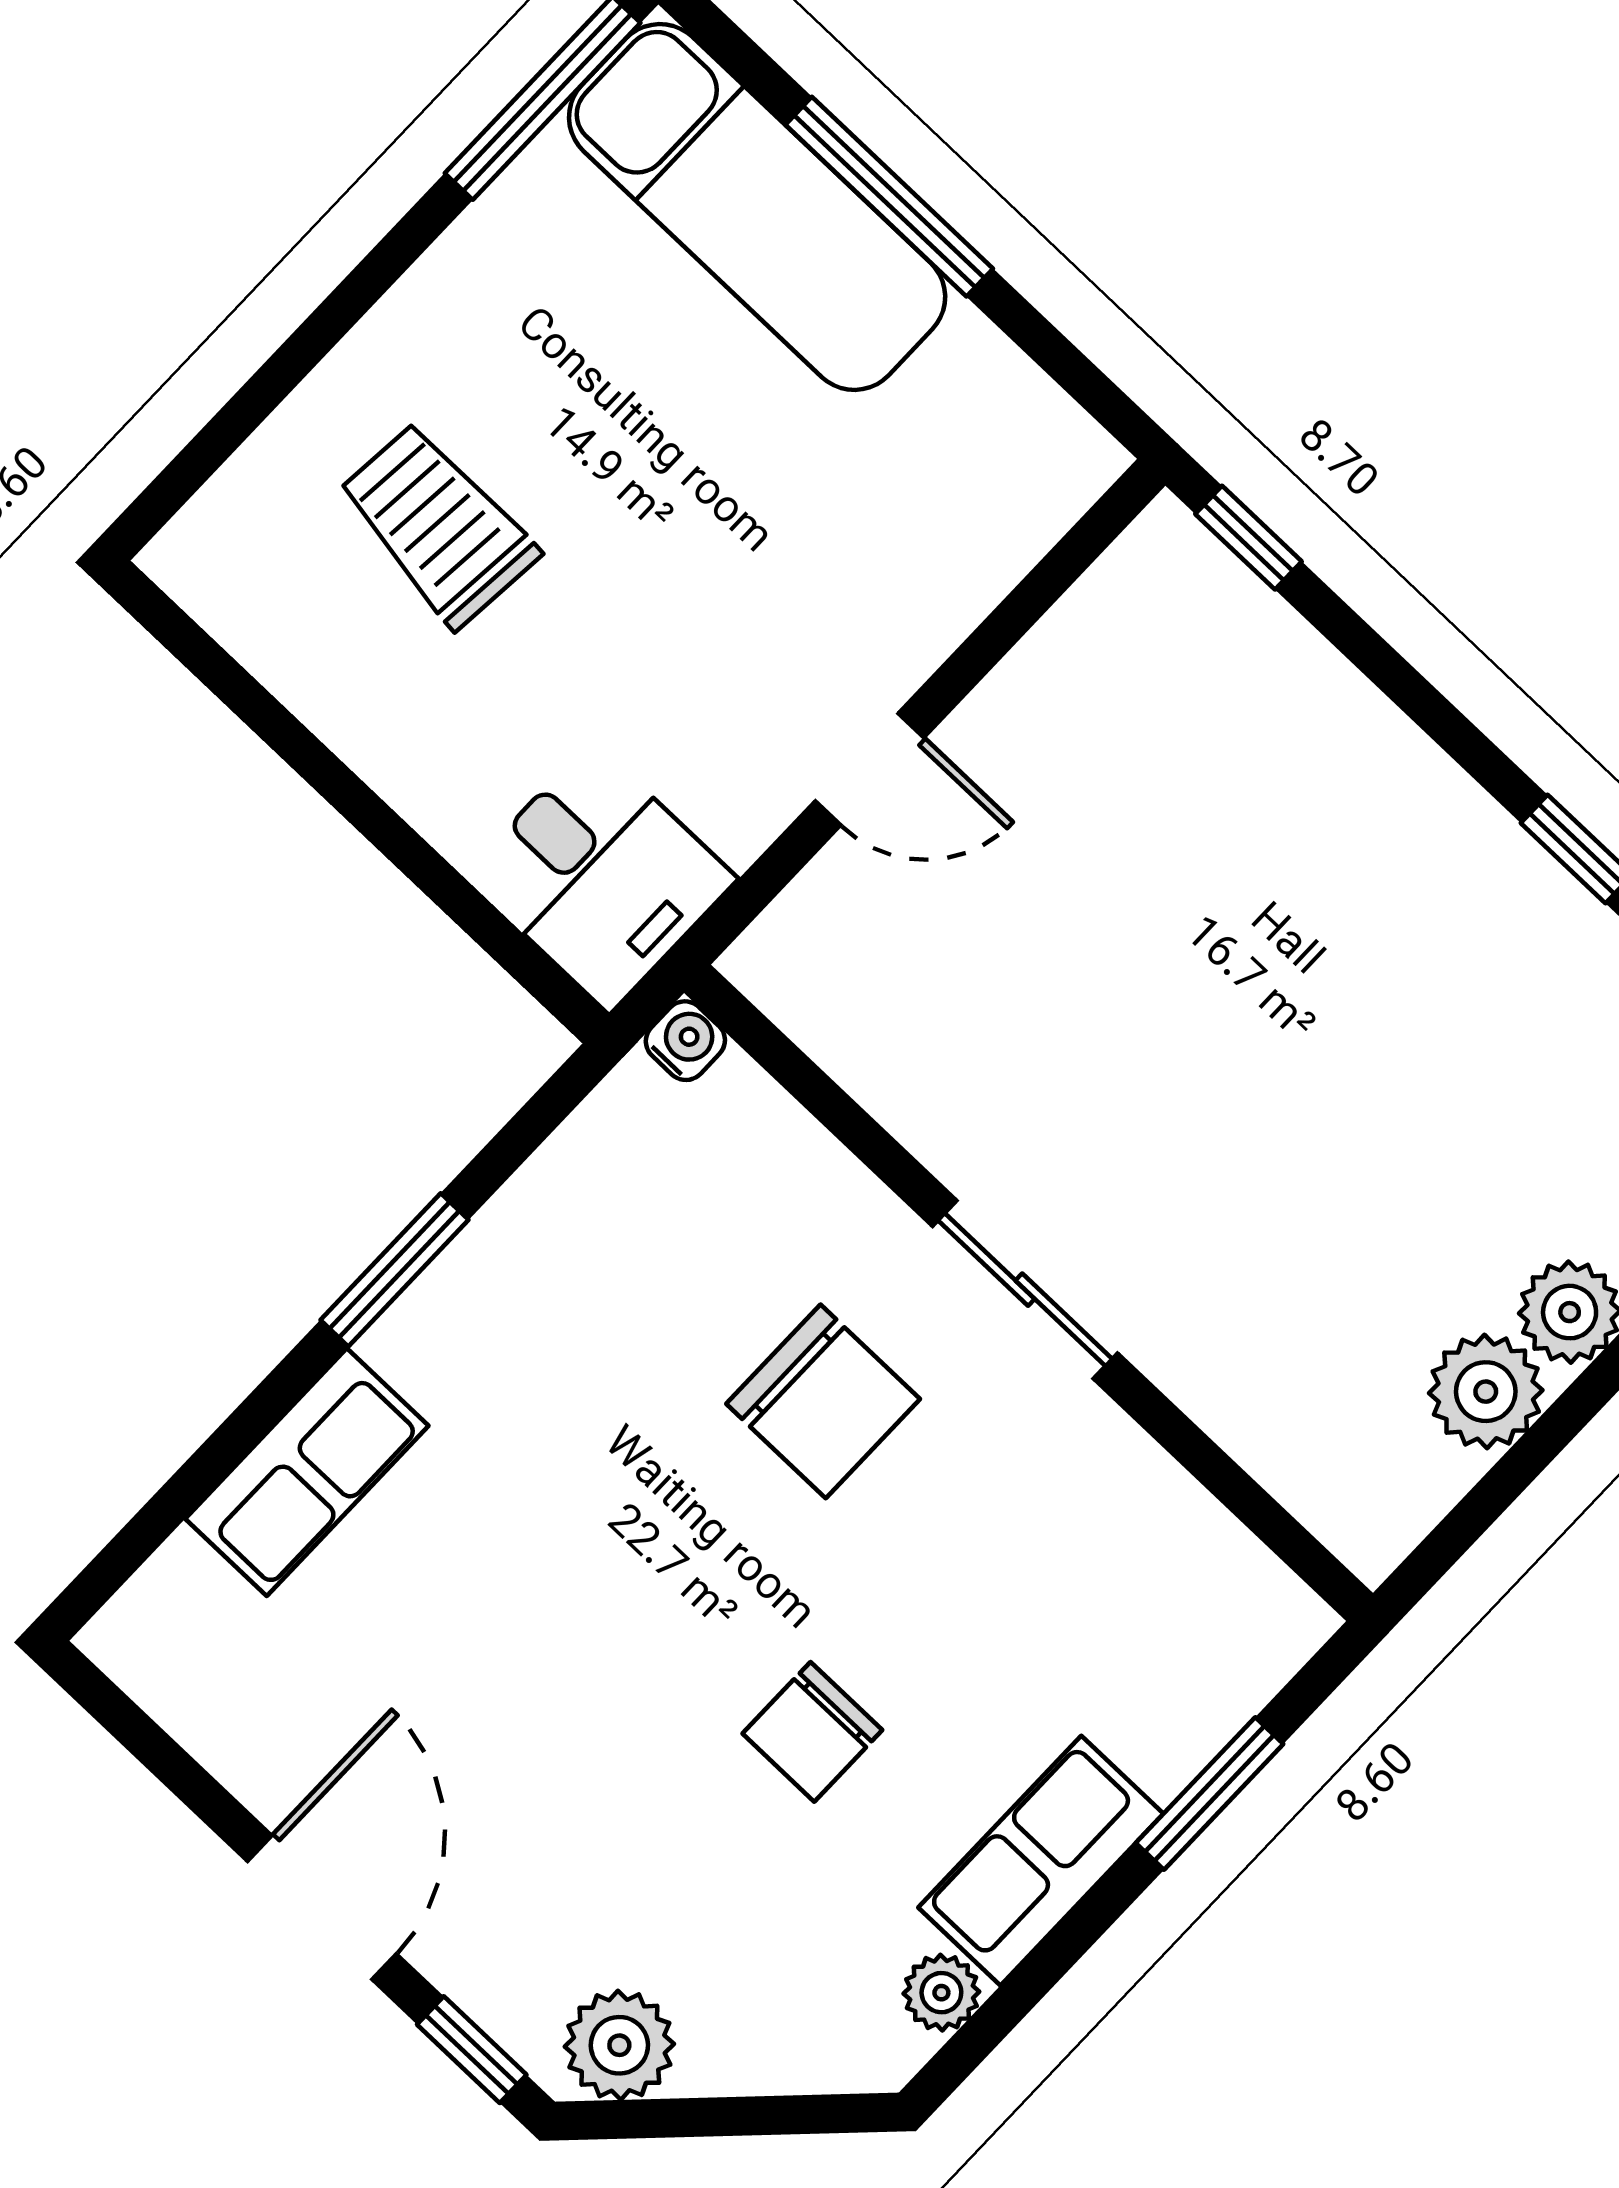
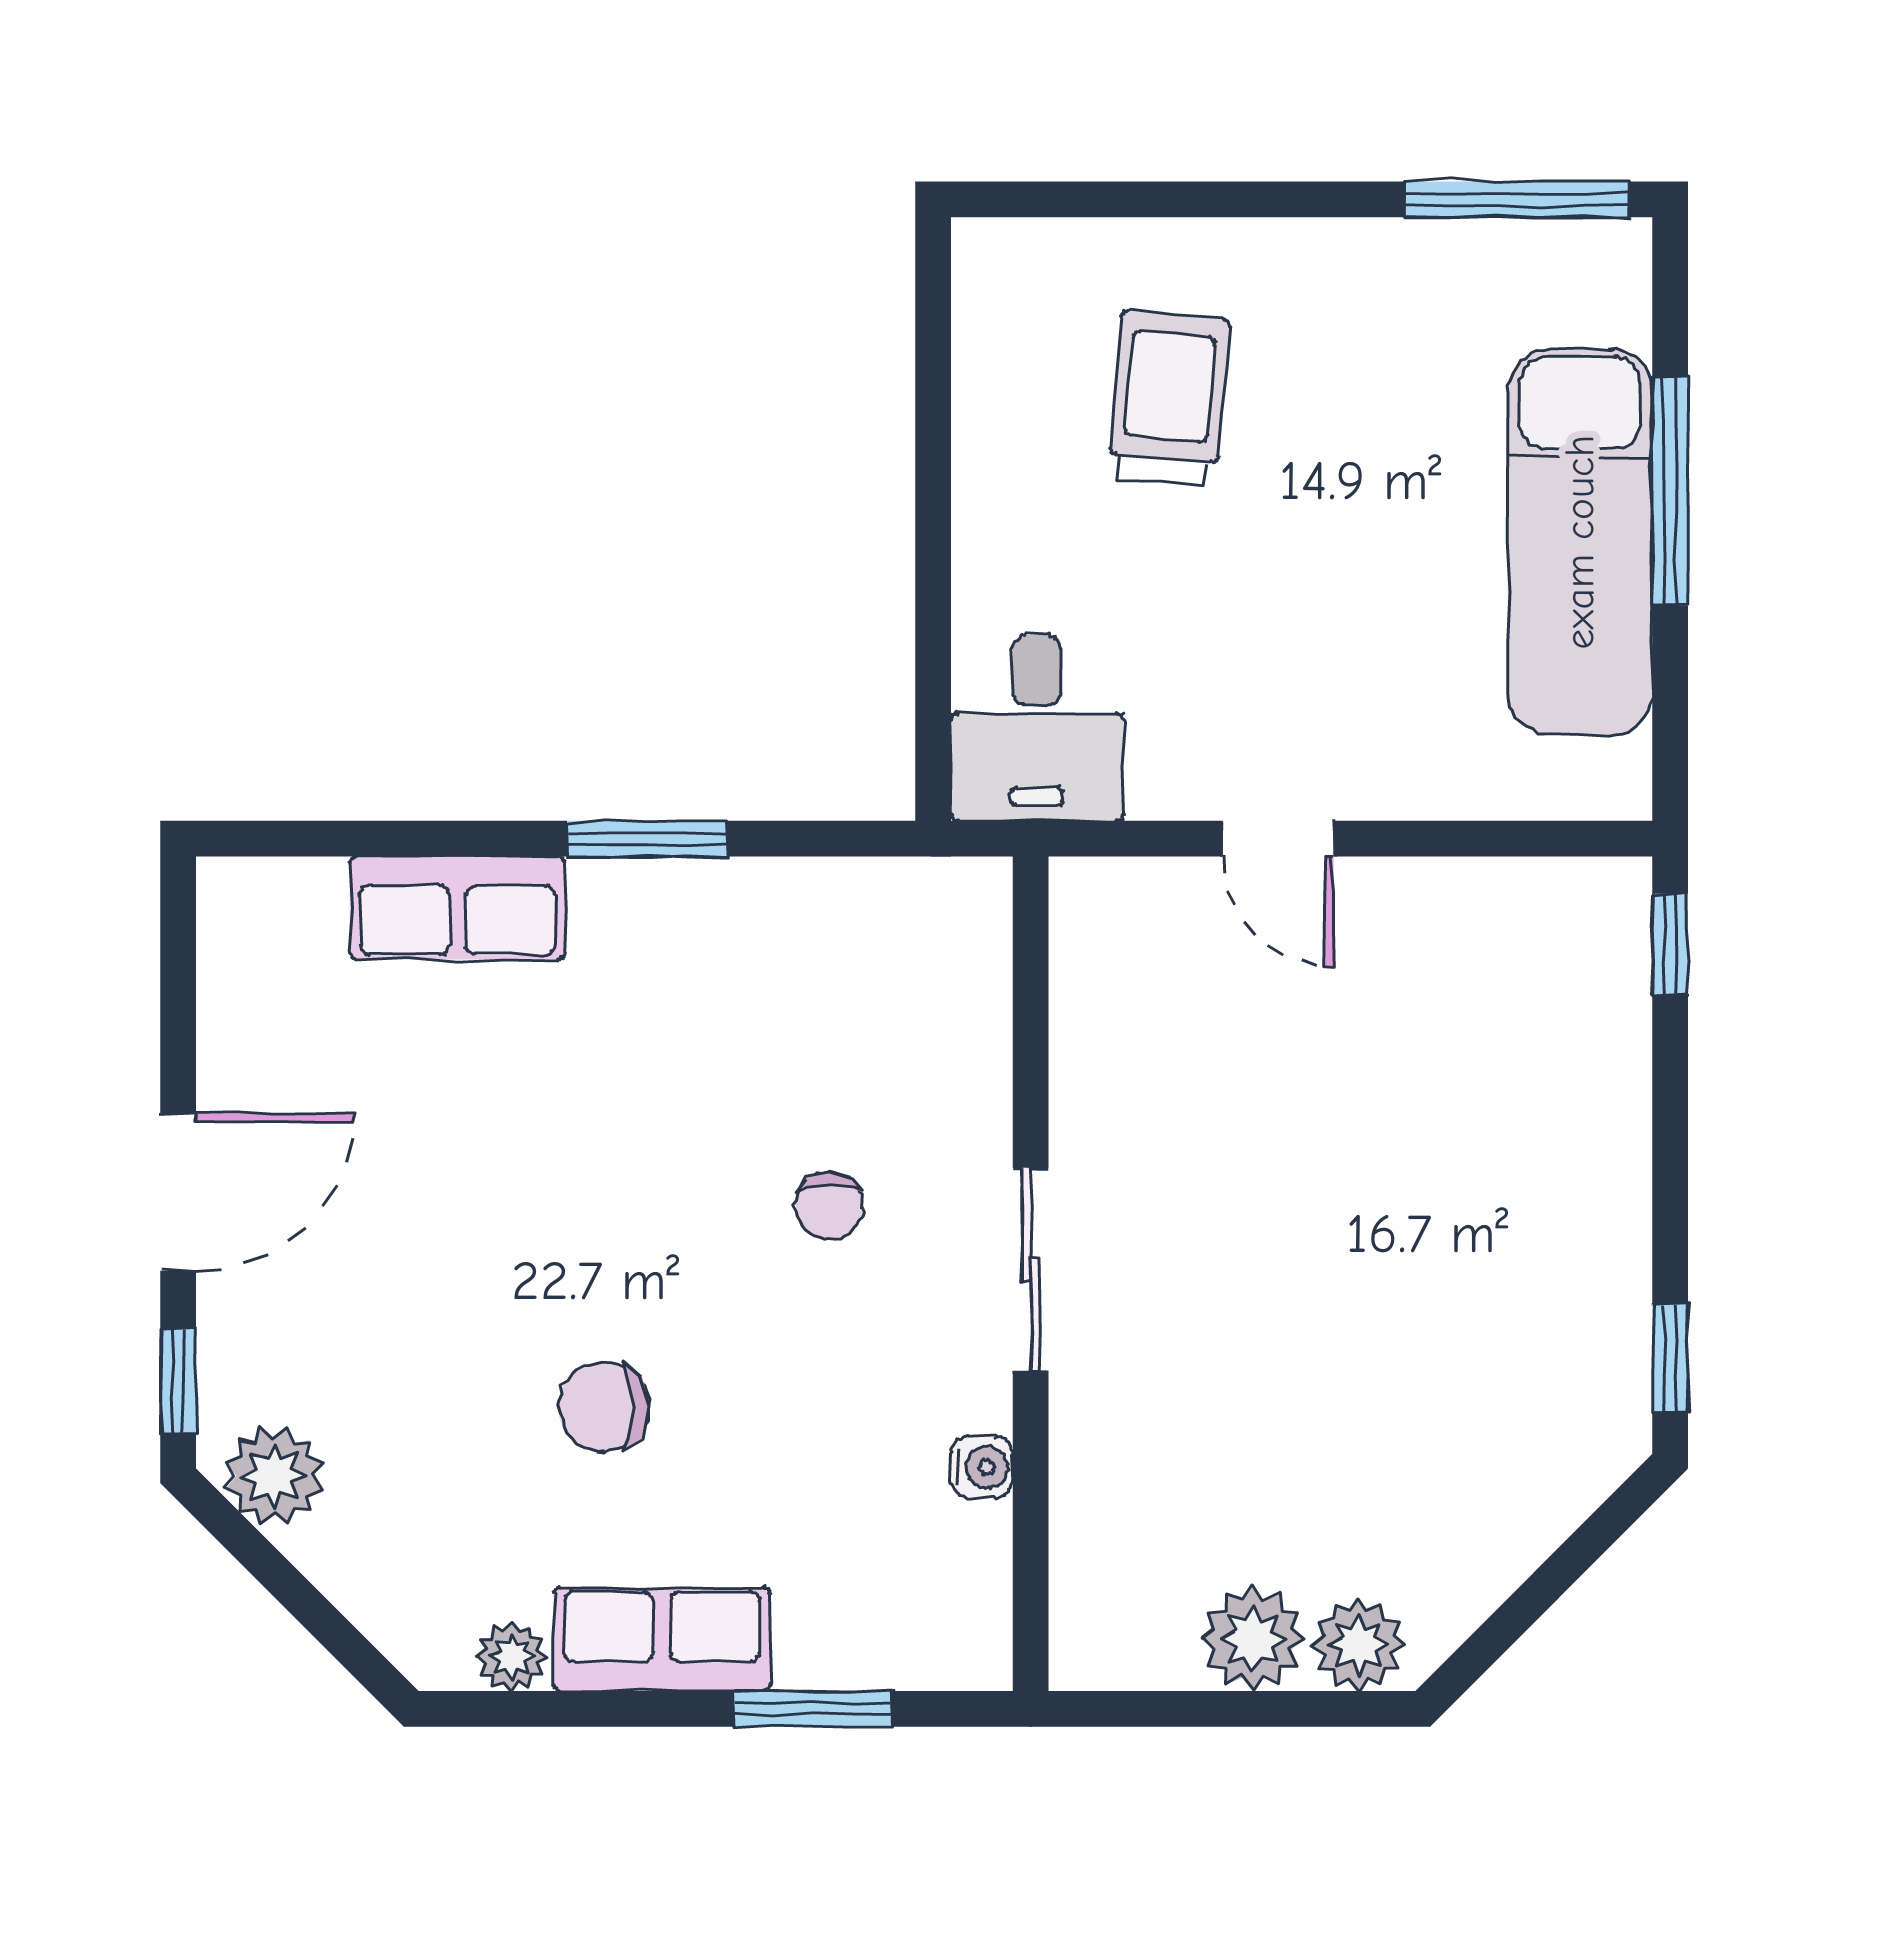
exam couch: (757, 207) -> (1580, 542), moved
water cooler: (685, 1041) -> (982, 1467), moved
chair: (823, 1401) -> (829, 1206), width x0.54, depth x0.54

